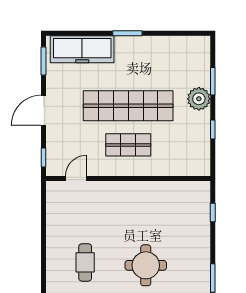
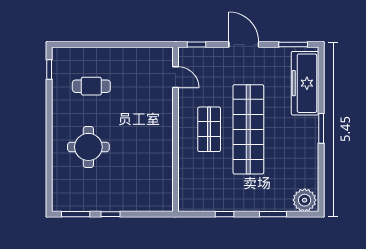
plant: (199, 99) -> (305, 200), moved
window: (213, 213) -> (110, 214), moved

